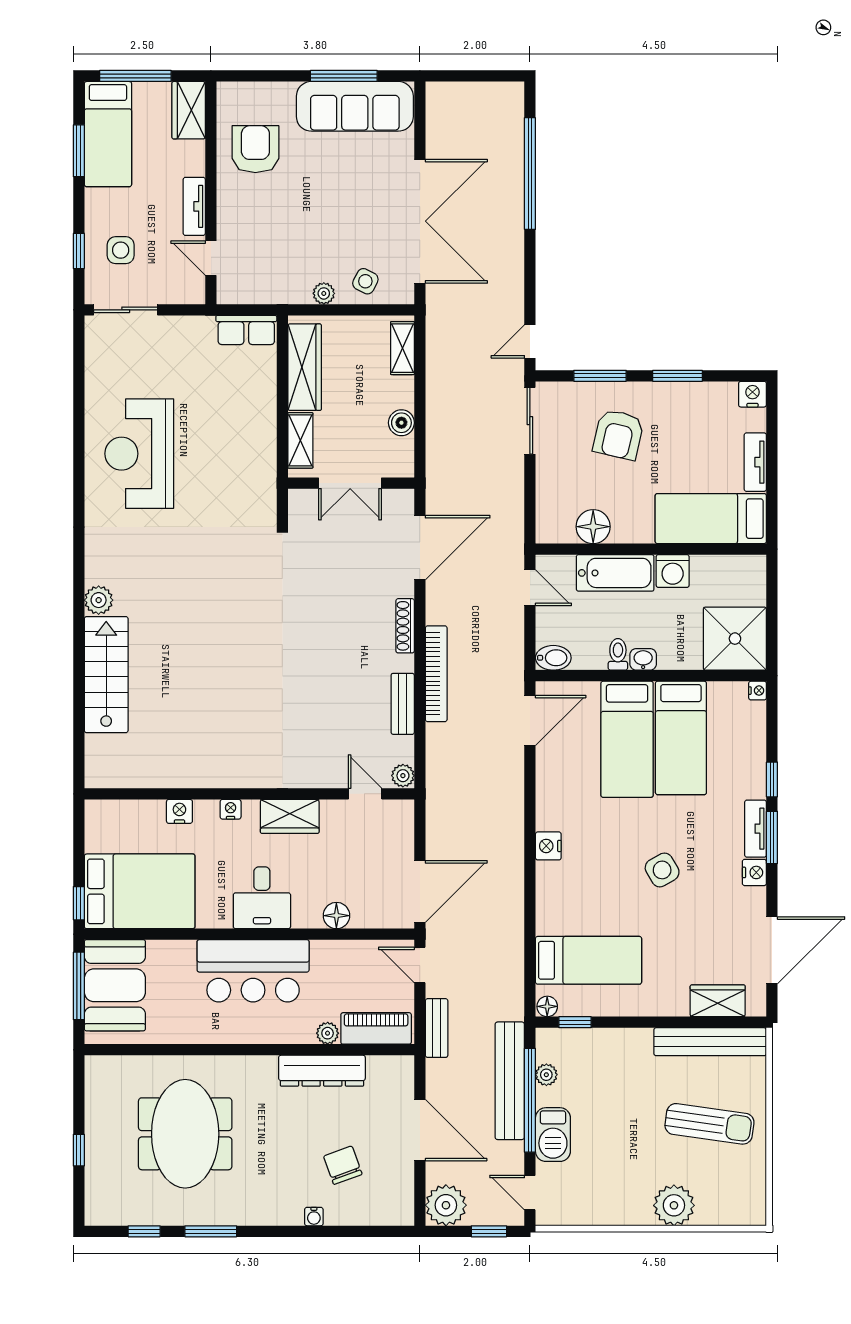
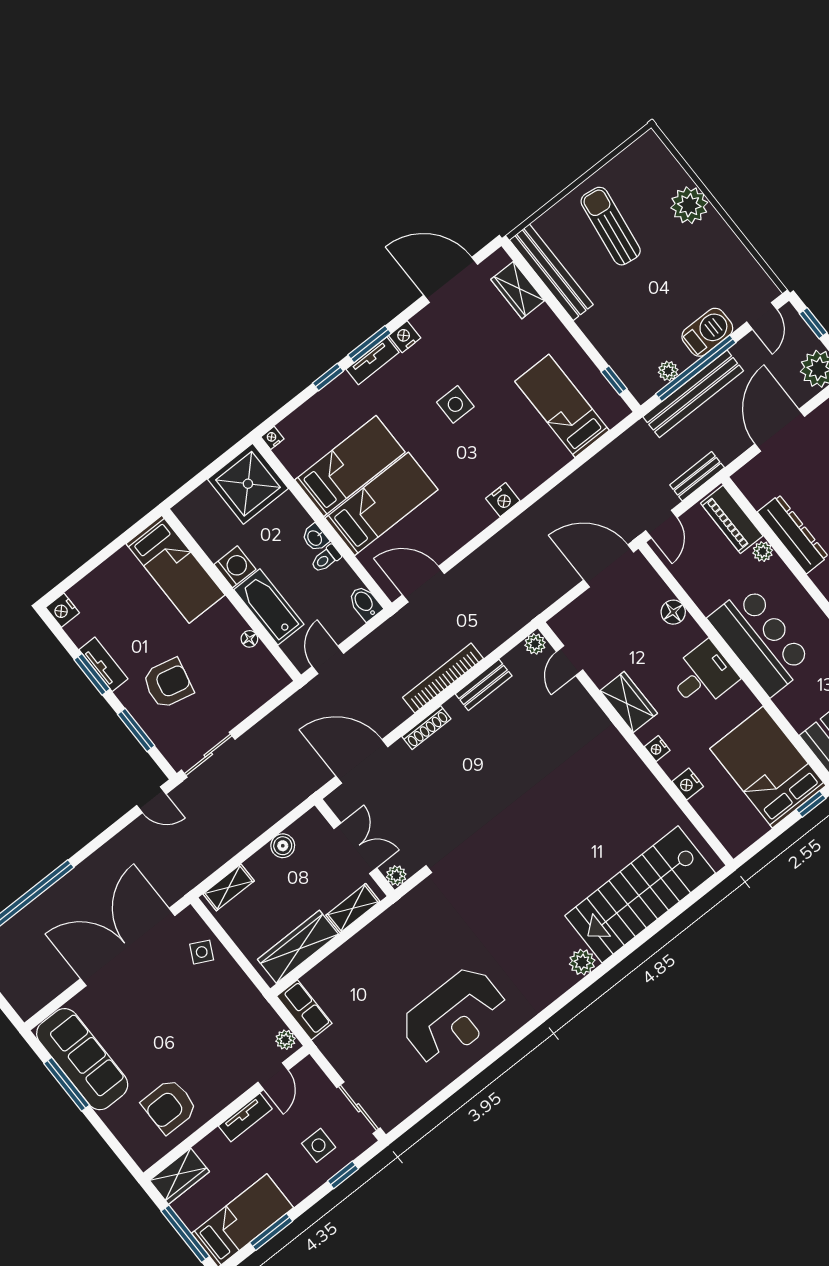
plant: (324, 293) -> (285, 1040), moved
tv unit: (755, 462) -> (104, 664), moved, turned -90
plant: (299, 500) -> (396, 876), added
floor lamp: (593, 527) -> (249, 639), width x0.53, depth x0.53
stairs: (106, 675) -> (640, 894), width x1.36, depth x1.51
side table: (662, 870) -> (455, 404), turned 30
floor lamp: (547, 1006) -> (619, 409), removed

